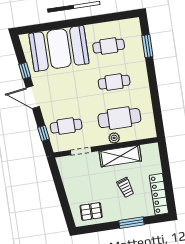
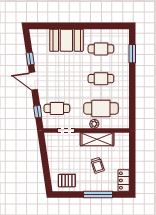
booth: (59, 49) -> (66, 40), width x0.73, depth x0.70
locker: (159, 194) -> (124, 180), width x0.66
window: (131, 223) -> (98, 195), width x1.44

